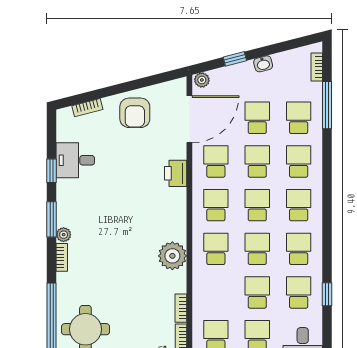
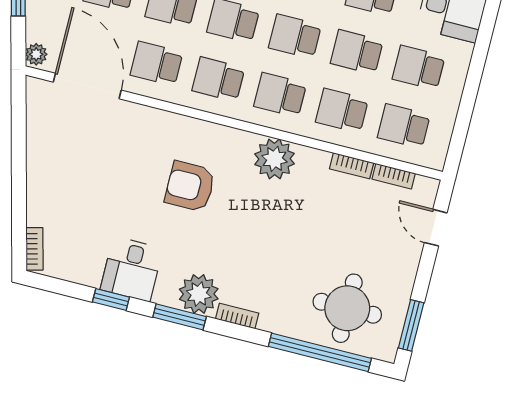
bookcase: (87, 108) -> (34, 249), moved
armchair: (135, 113) -> (190, 186), moved, turned 180
desk: (75, 160) -> (132, 269), moved
printer: (176, 173) -> (159, 125), removed
plant: (64, 235) -> (199, 294), width x1.88, depth x1.88
school desk: (216, 293) -> (342, 111), added

